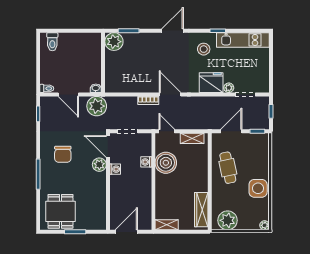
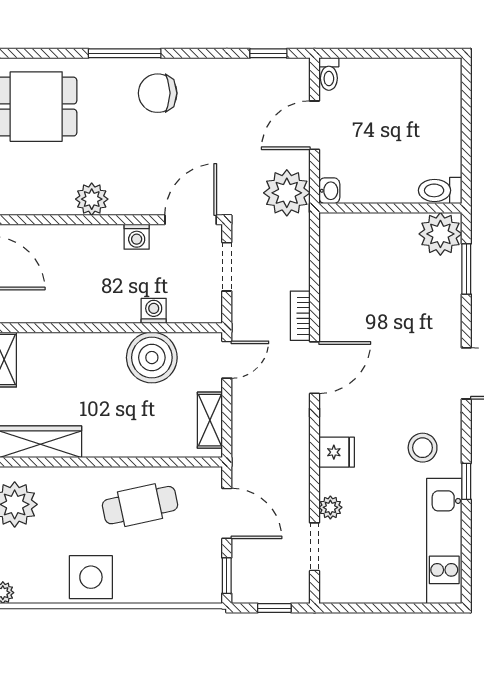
toilet: (52, 42) -> (440, 190), moved
fridge: (211, 83) -> (337, 452), width x0.53, depth x0.75
chair: (63, 154) -> (158, 93), moved
plant: (99, 165) -> (92, 199), moved

